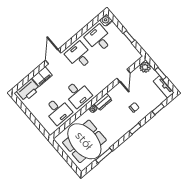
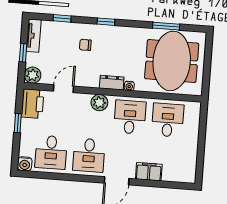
plant: (99, 86) -> (99, 103), added
printer: (28, 90) -> (33, 104), moved, turned 90

